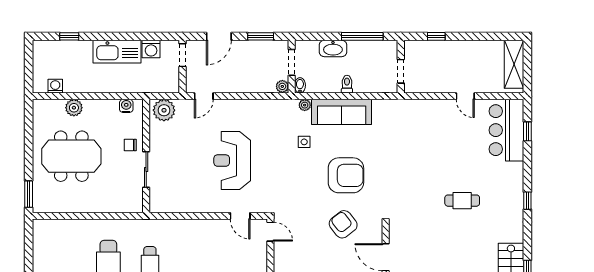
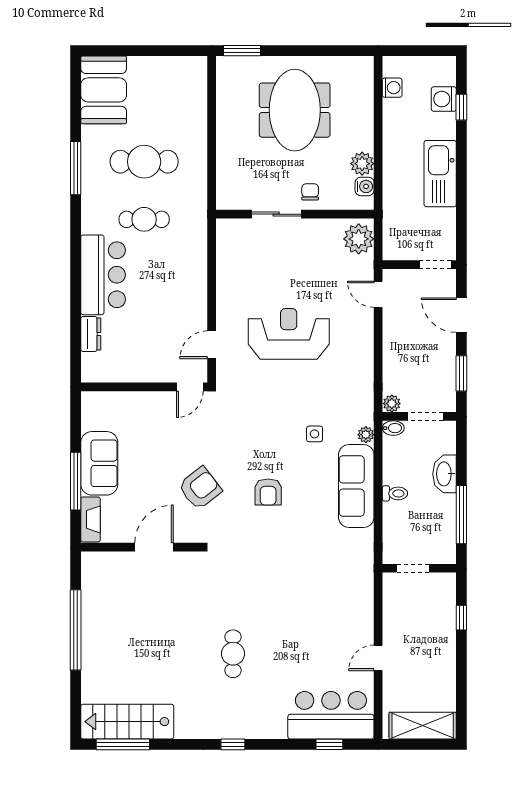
washing machine: (151, 49) -> (444, 99), moved
plant: (74, 108) -> (362, 164), moved
armchair: (346, 175) -> (268, 492), width x0.53, depth x0.53

